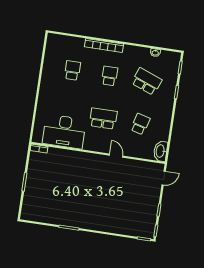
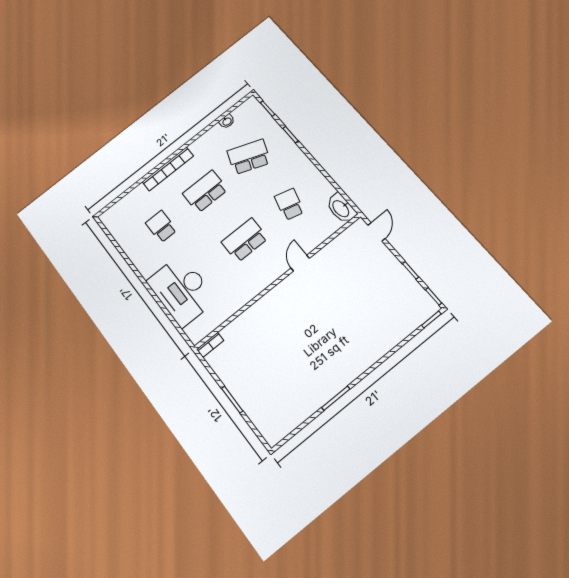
school desk: (110, 76) -> (205, 191), width x1.85
desk: (64, 132) -> (182, 290), moved, turned 90
door: (116, 156) -> (300, 263), hinge flipped

